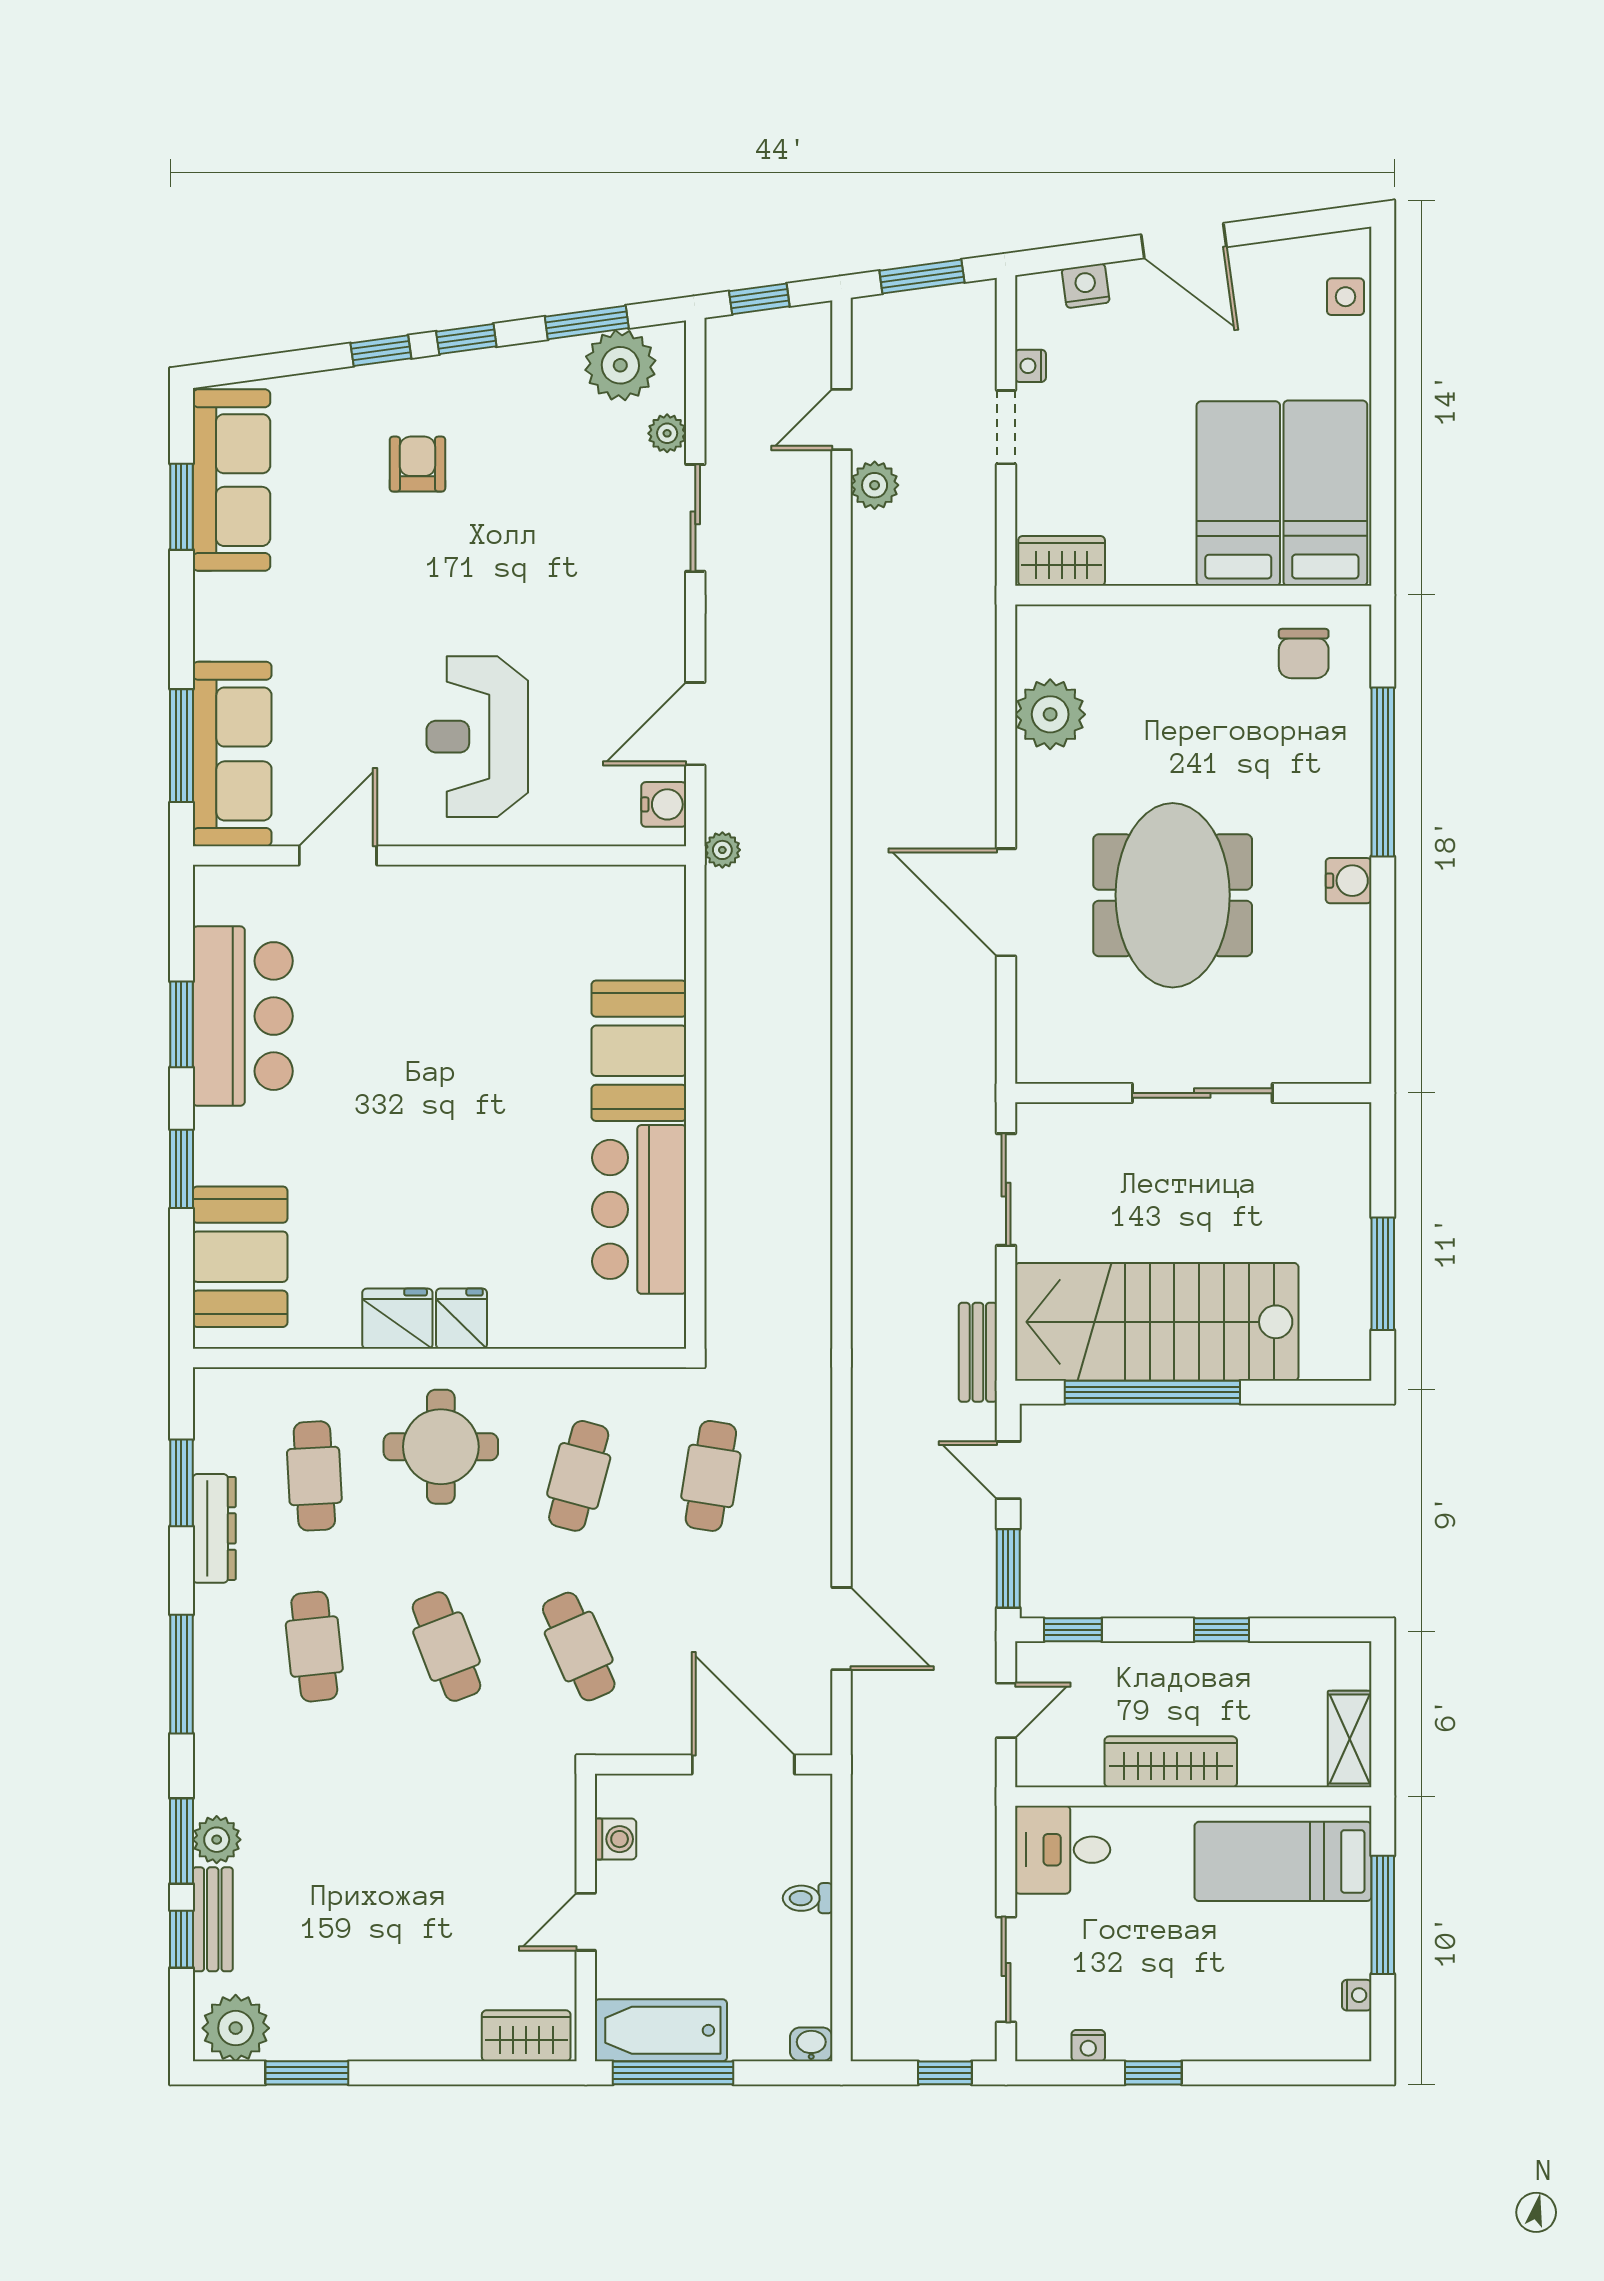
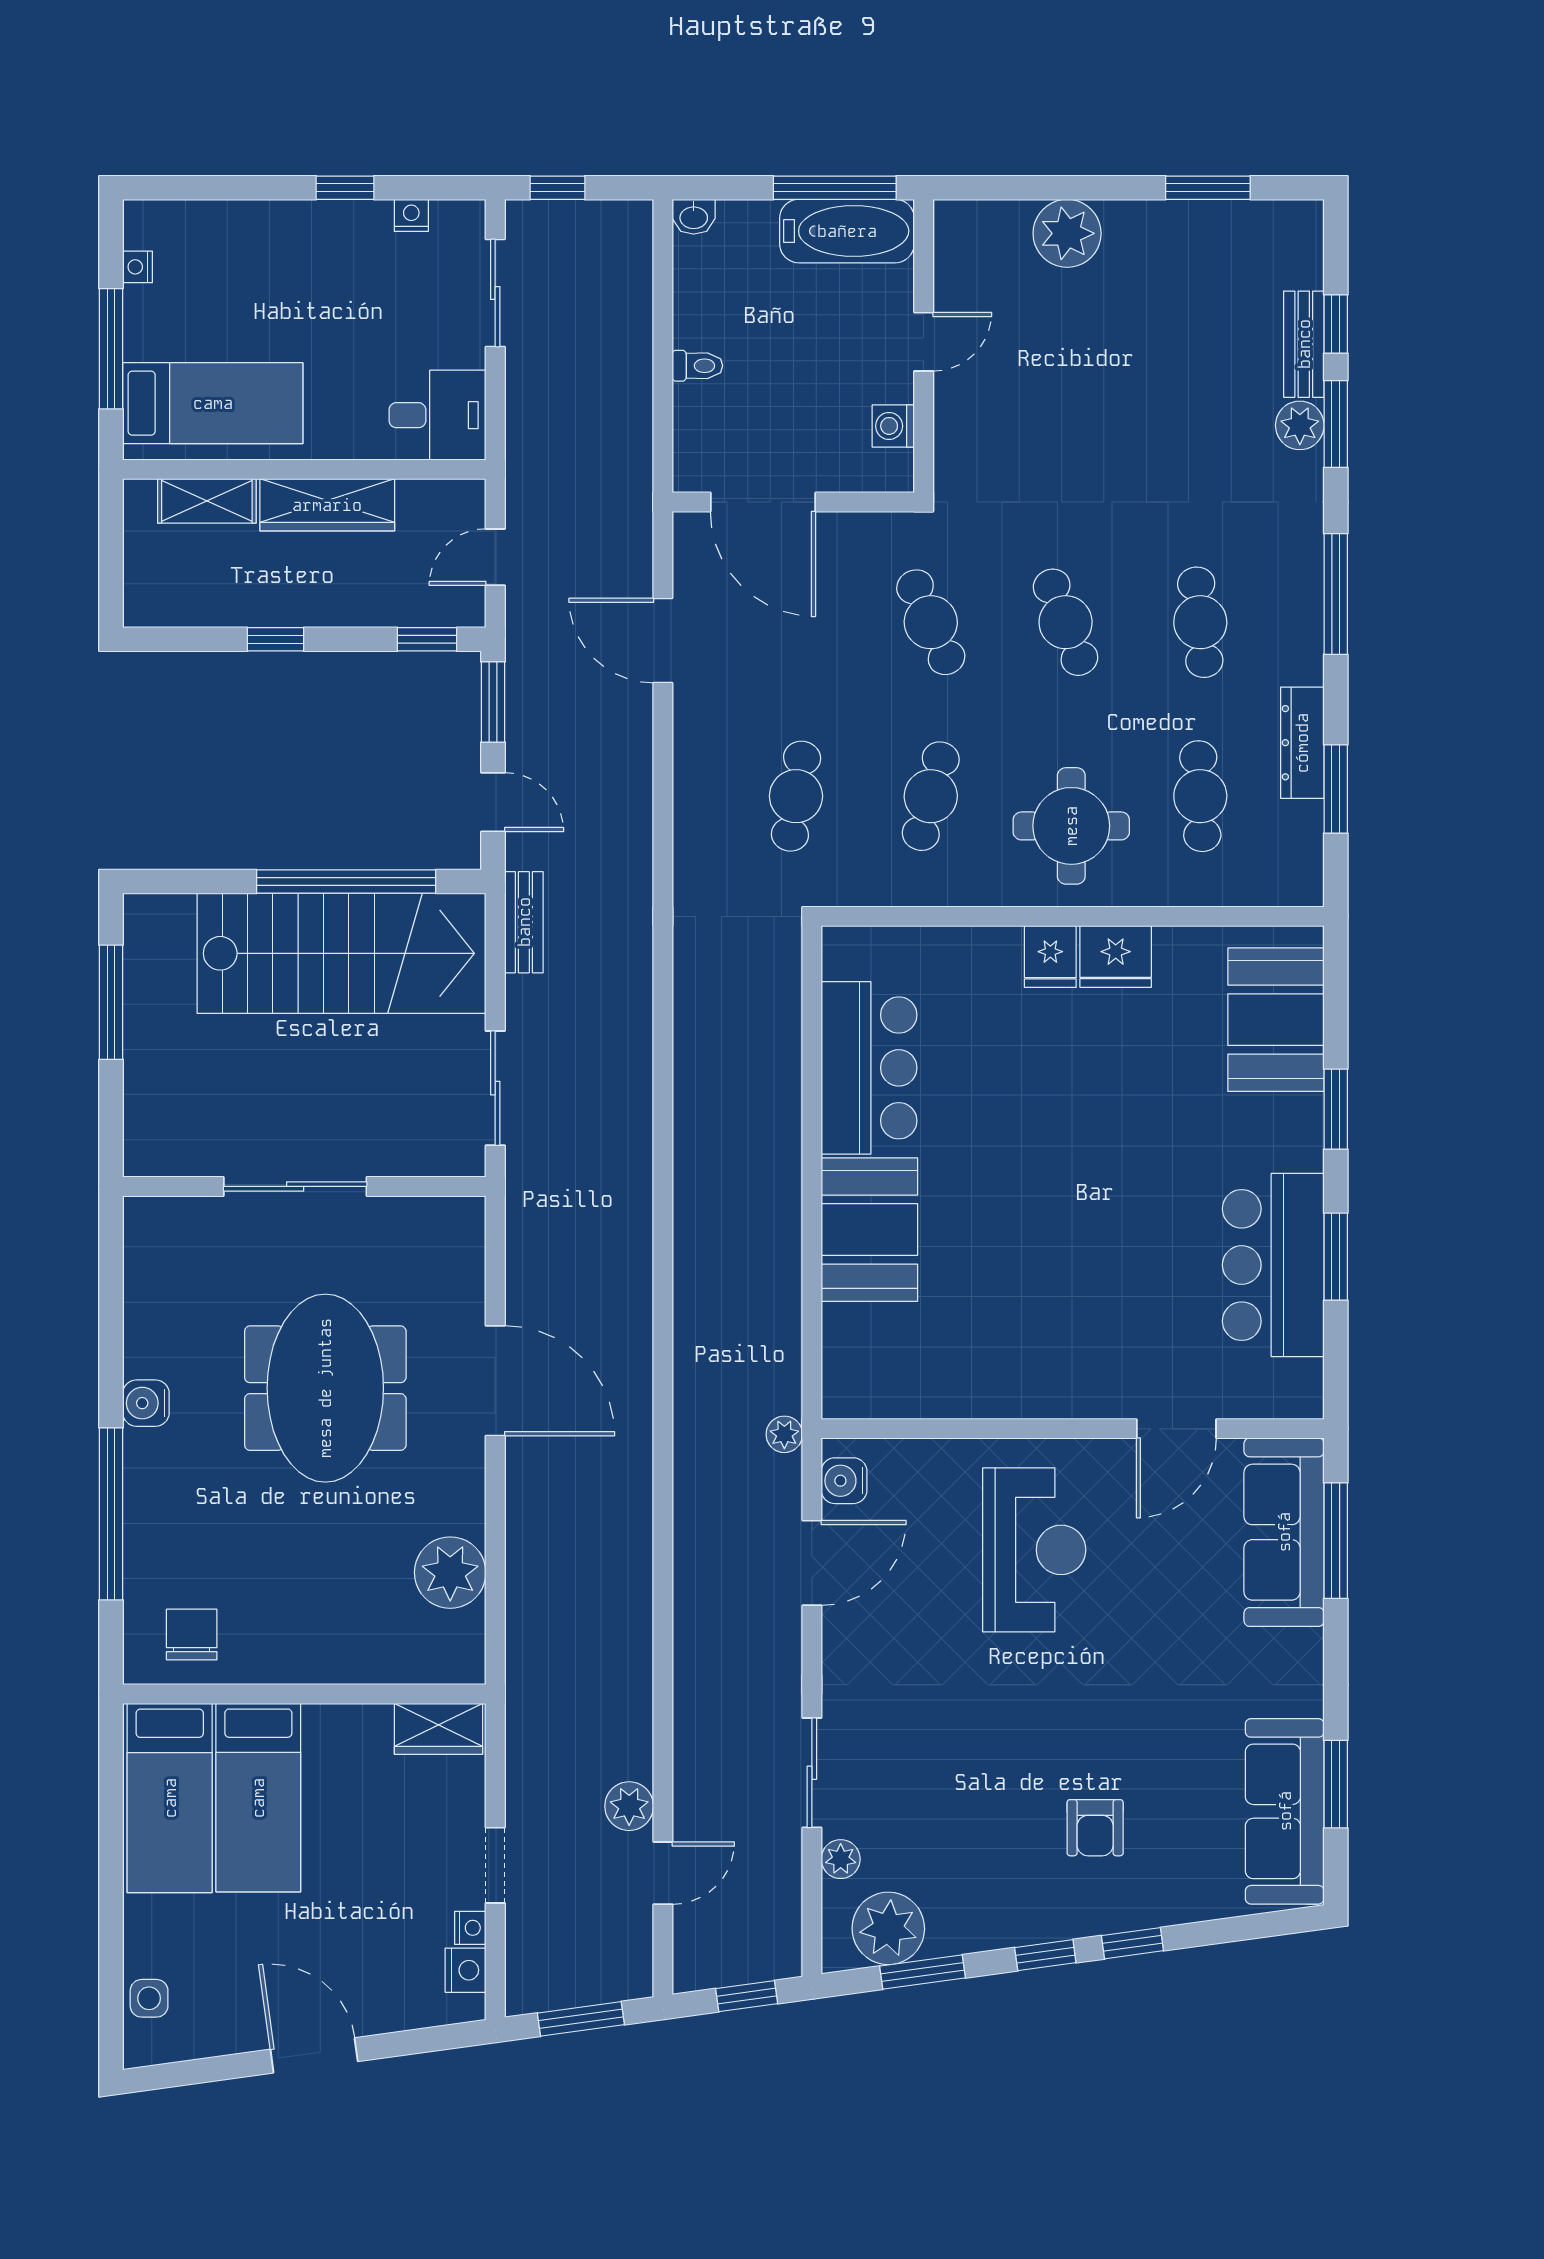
nightstand: (1086, 286) -> (466, 1970), moved, turned -82
shelving: (1350, 1739) -> (207, 501), moved, turned 90
plant: (236, 2028) -> (1067, 233), moved
wardrobe: (526, 2036) -> (984, 225), removed

